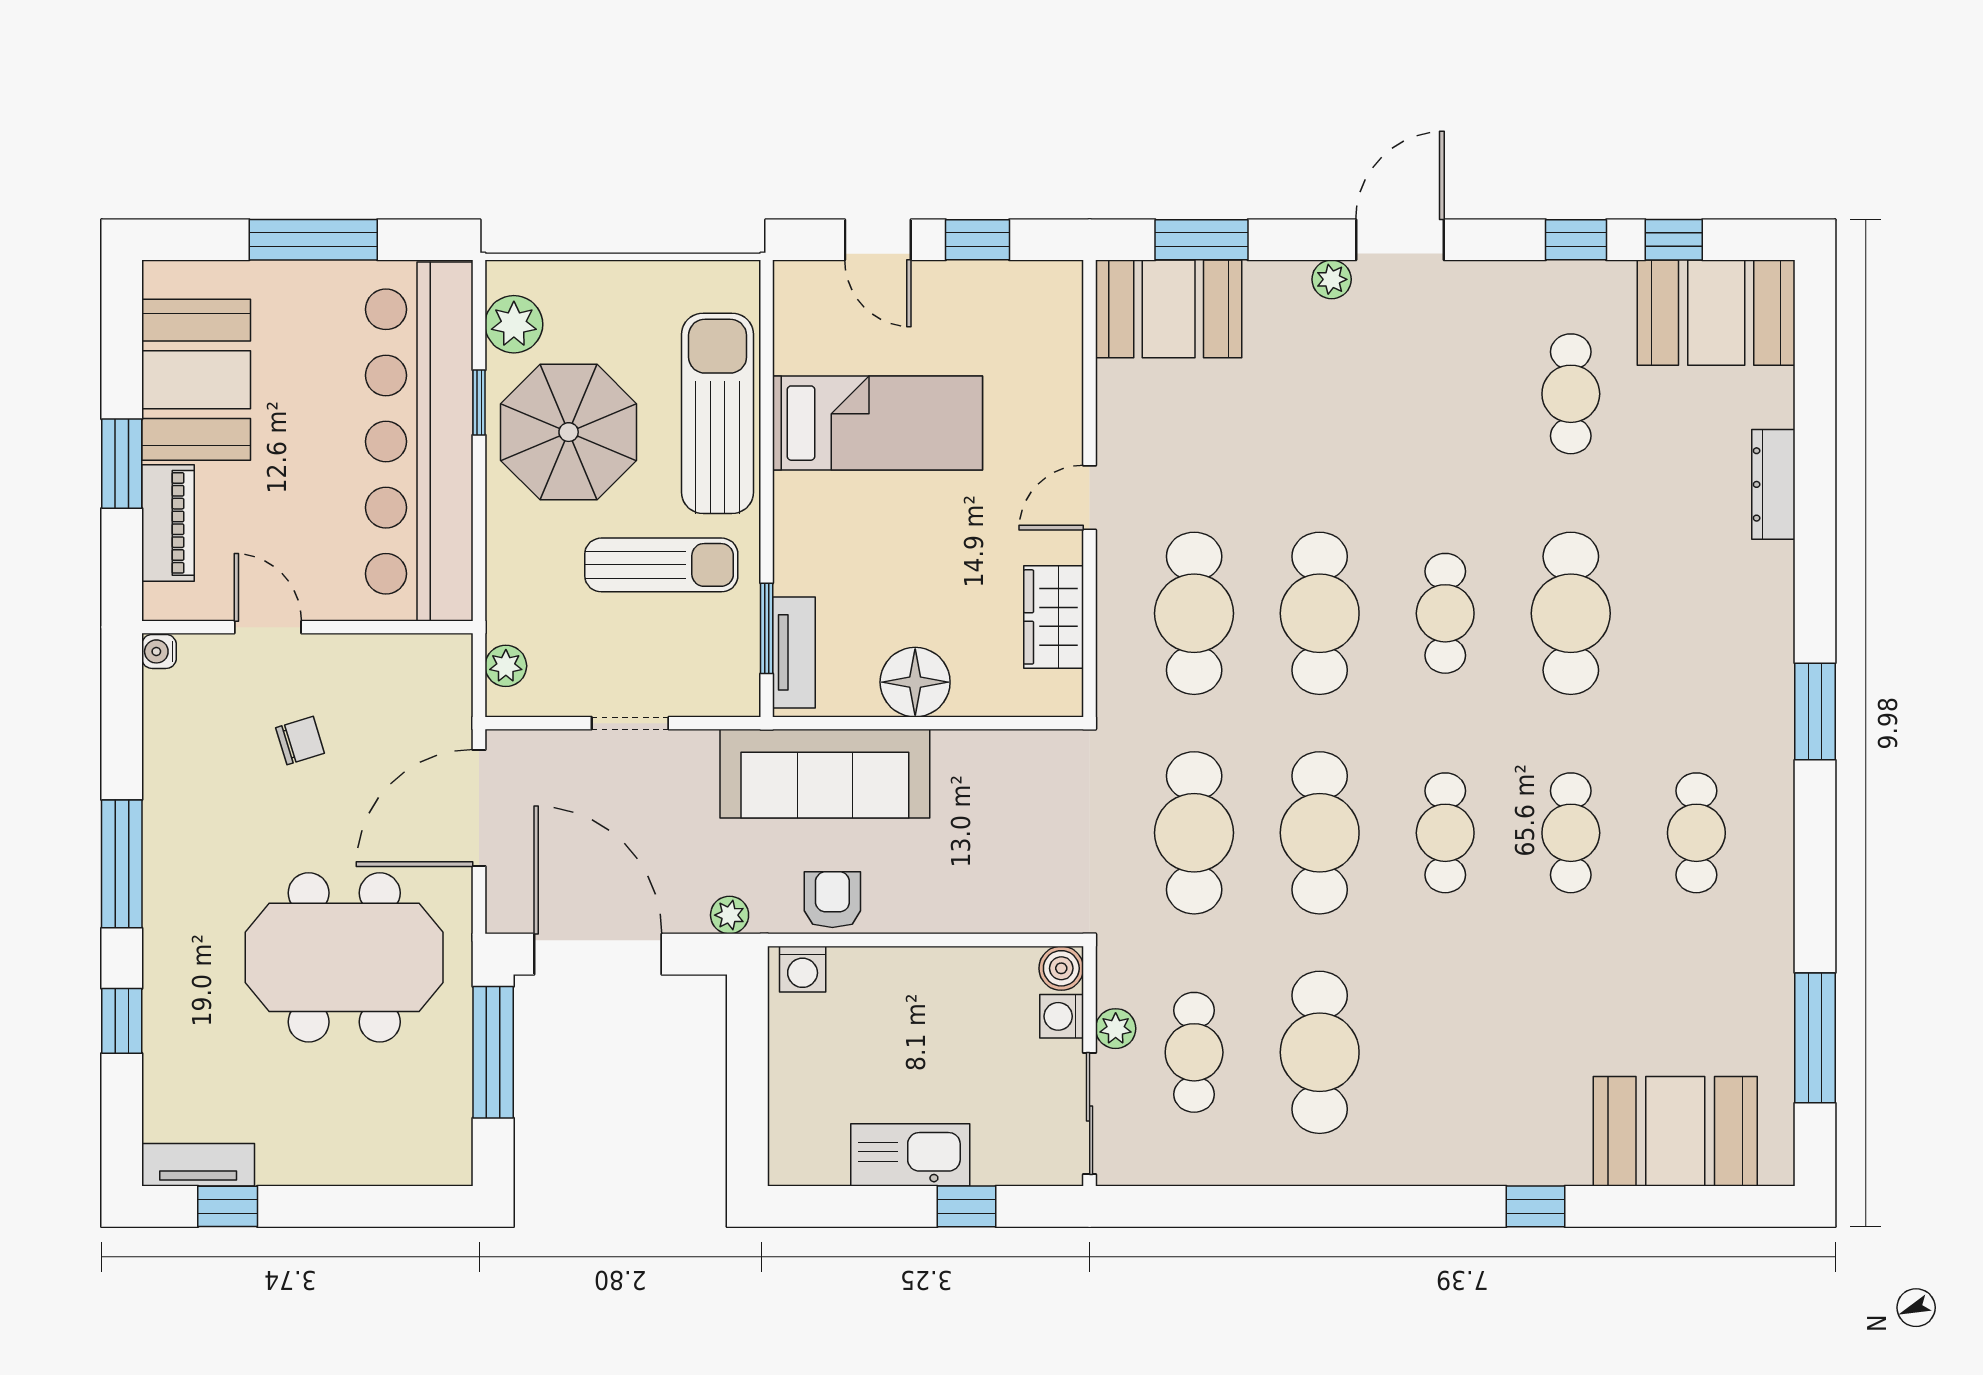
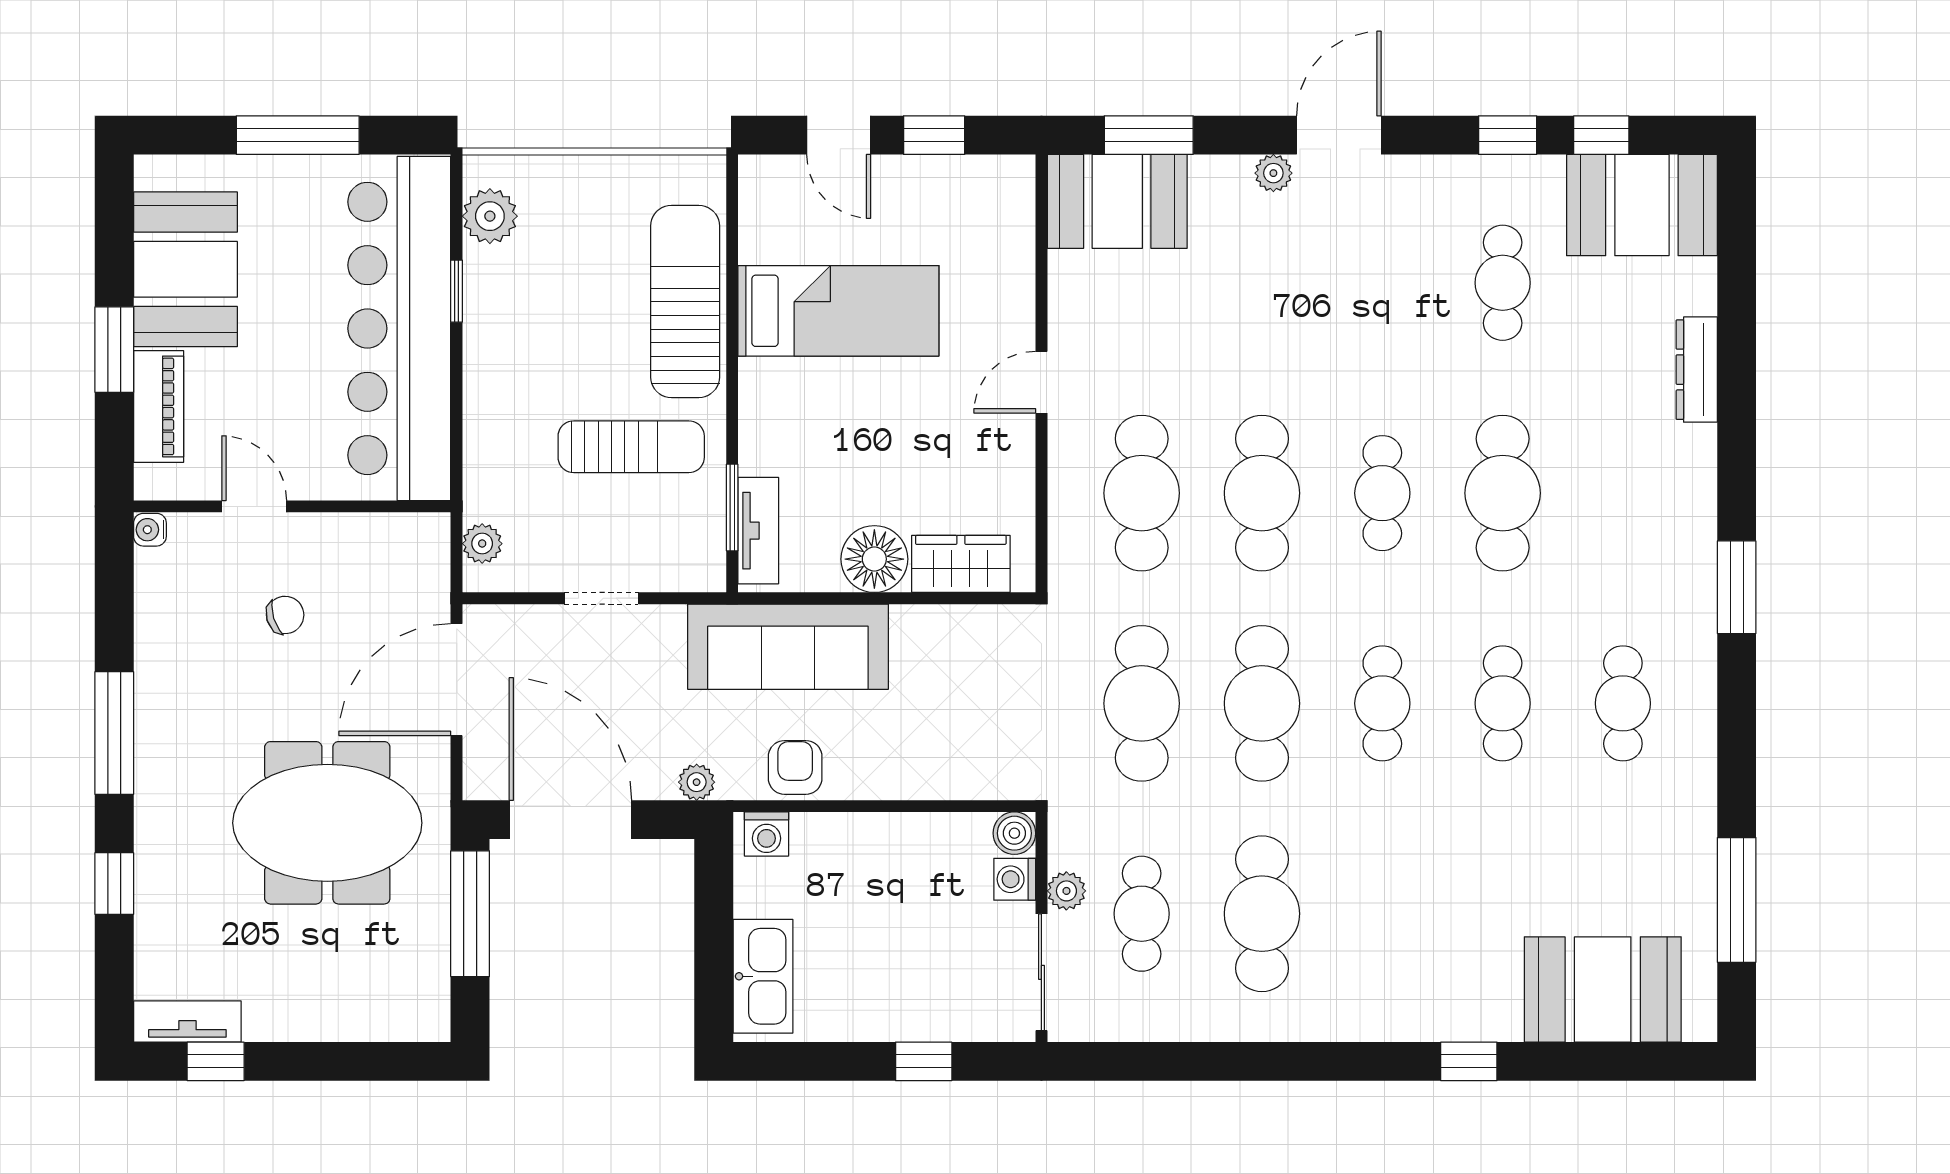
parasol: (569, 432) -> (542, 319), removed
wardrobe: (1054, 617) -> (961, 564), moved, turned 90
kitchen sink: (910, 1155) -> (763, 976), moved, turned 90

